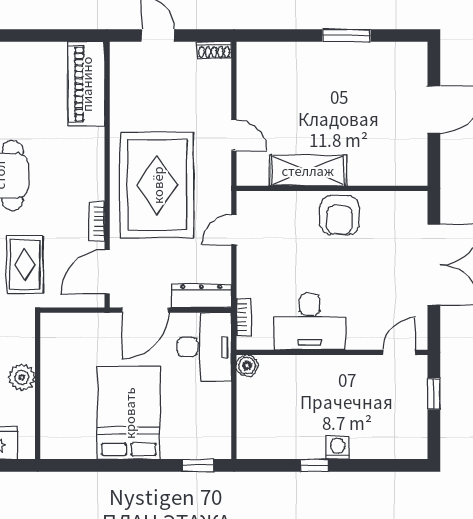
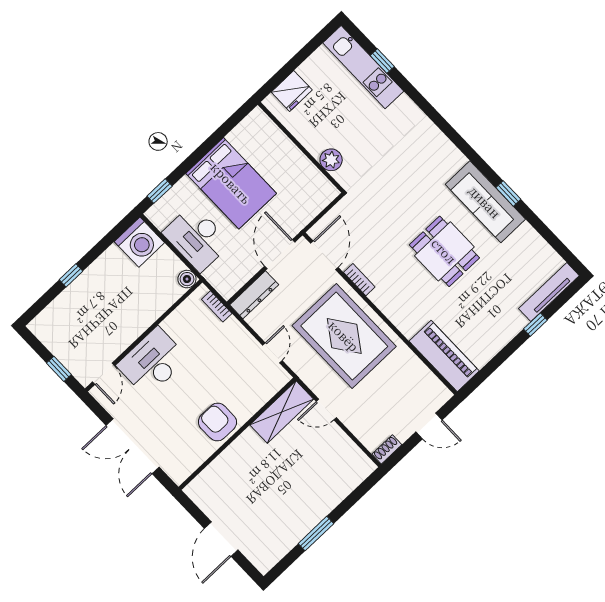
shelving: (308, 170) -> (282, 412), moved
rug: (25, 265) -> (378, 213), removed
desk: (310, 322) -> (152, 362), moved
desk: (204, 347) -> (197, 238), moved
plant: (22, 377) -> (331, 160), moved
washing machine: (338, 448) -> (139, 242), moved, width x1.89, depth x1.89
window: (315, 465) -> (71, 275), moved

